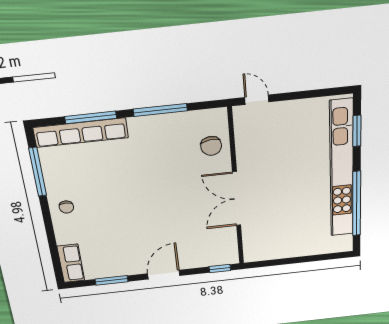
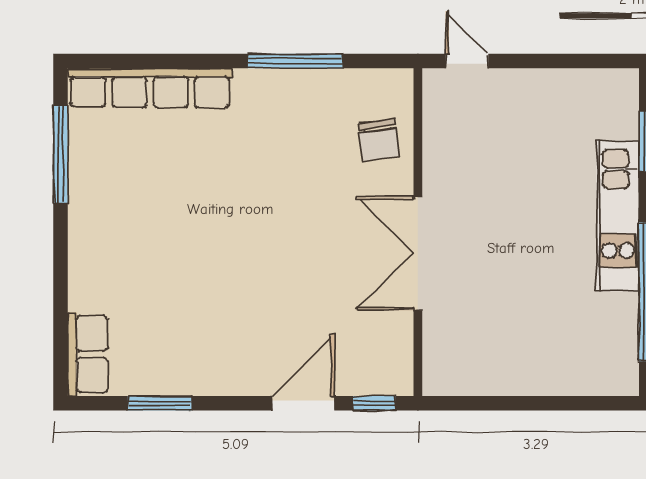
window: (91, 117) -> (172, 61), removed
kitchen unit: (342, 169) -> (618, 216), width x0.54
chair: (66, 207) -> (100, 232), removed
door: (164, 275) -> (303, 403), moved

